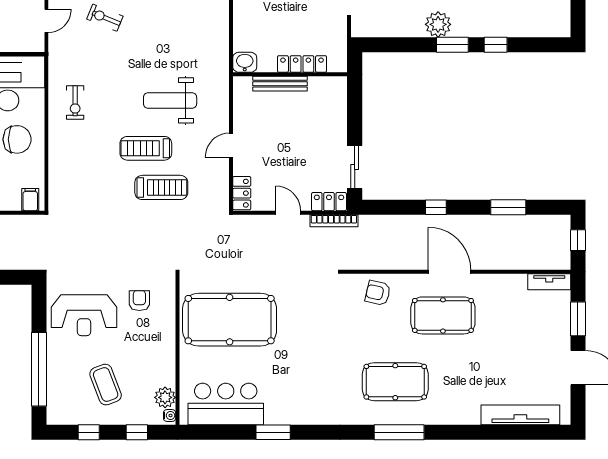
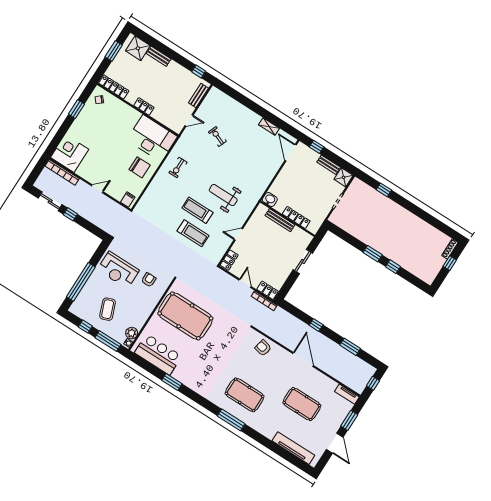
plant: (438, 24) -> (372, 240), removed
sliding door: (355, 167) -> (303, 261), moved
pool table: (443, 315) -> (302, 404), moved
window: (137, 432) -> (108, 341), width x2.17

